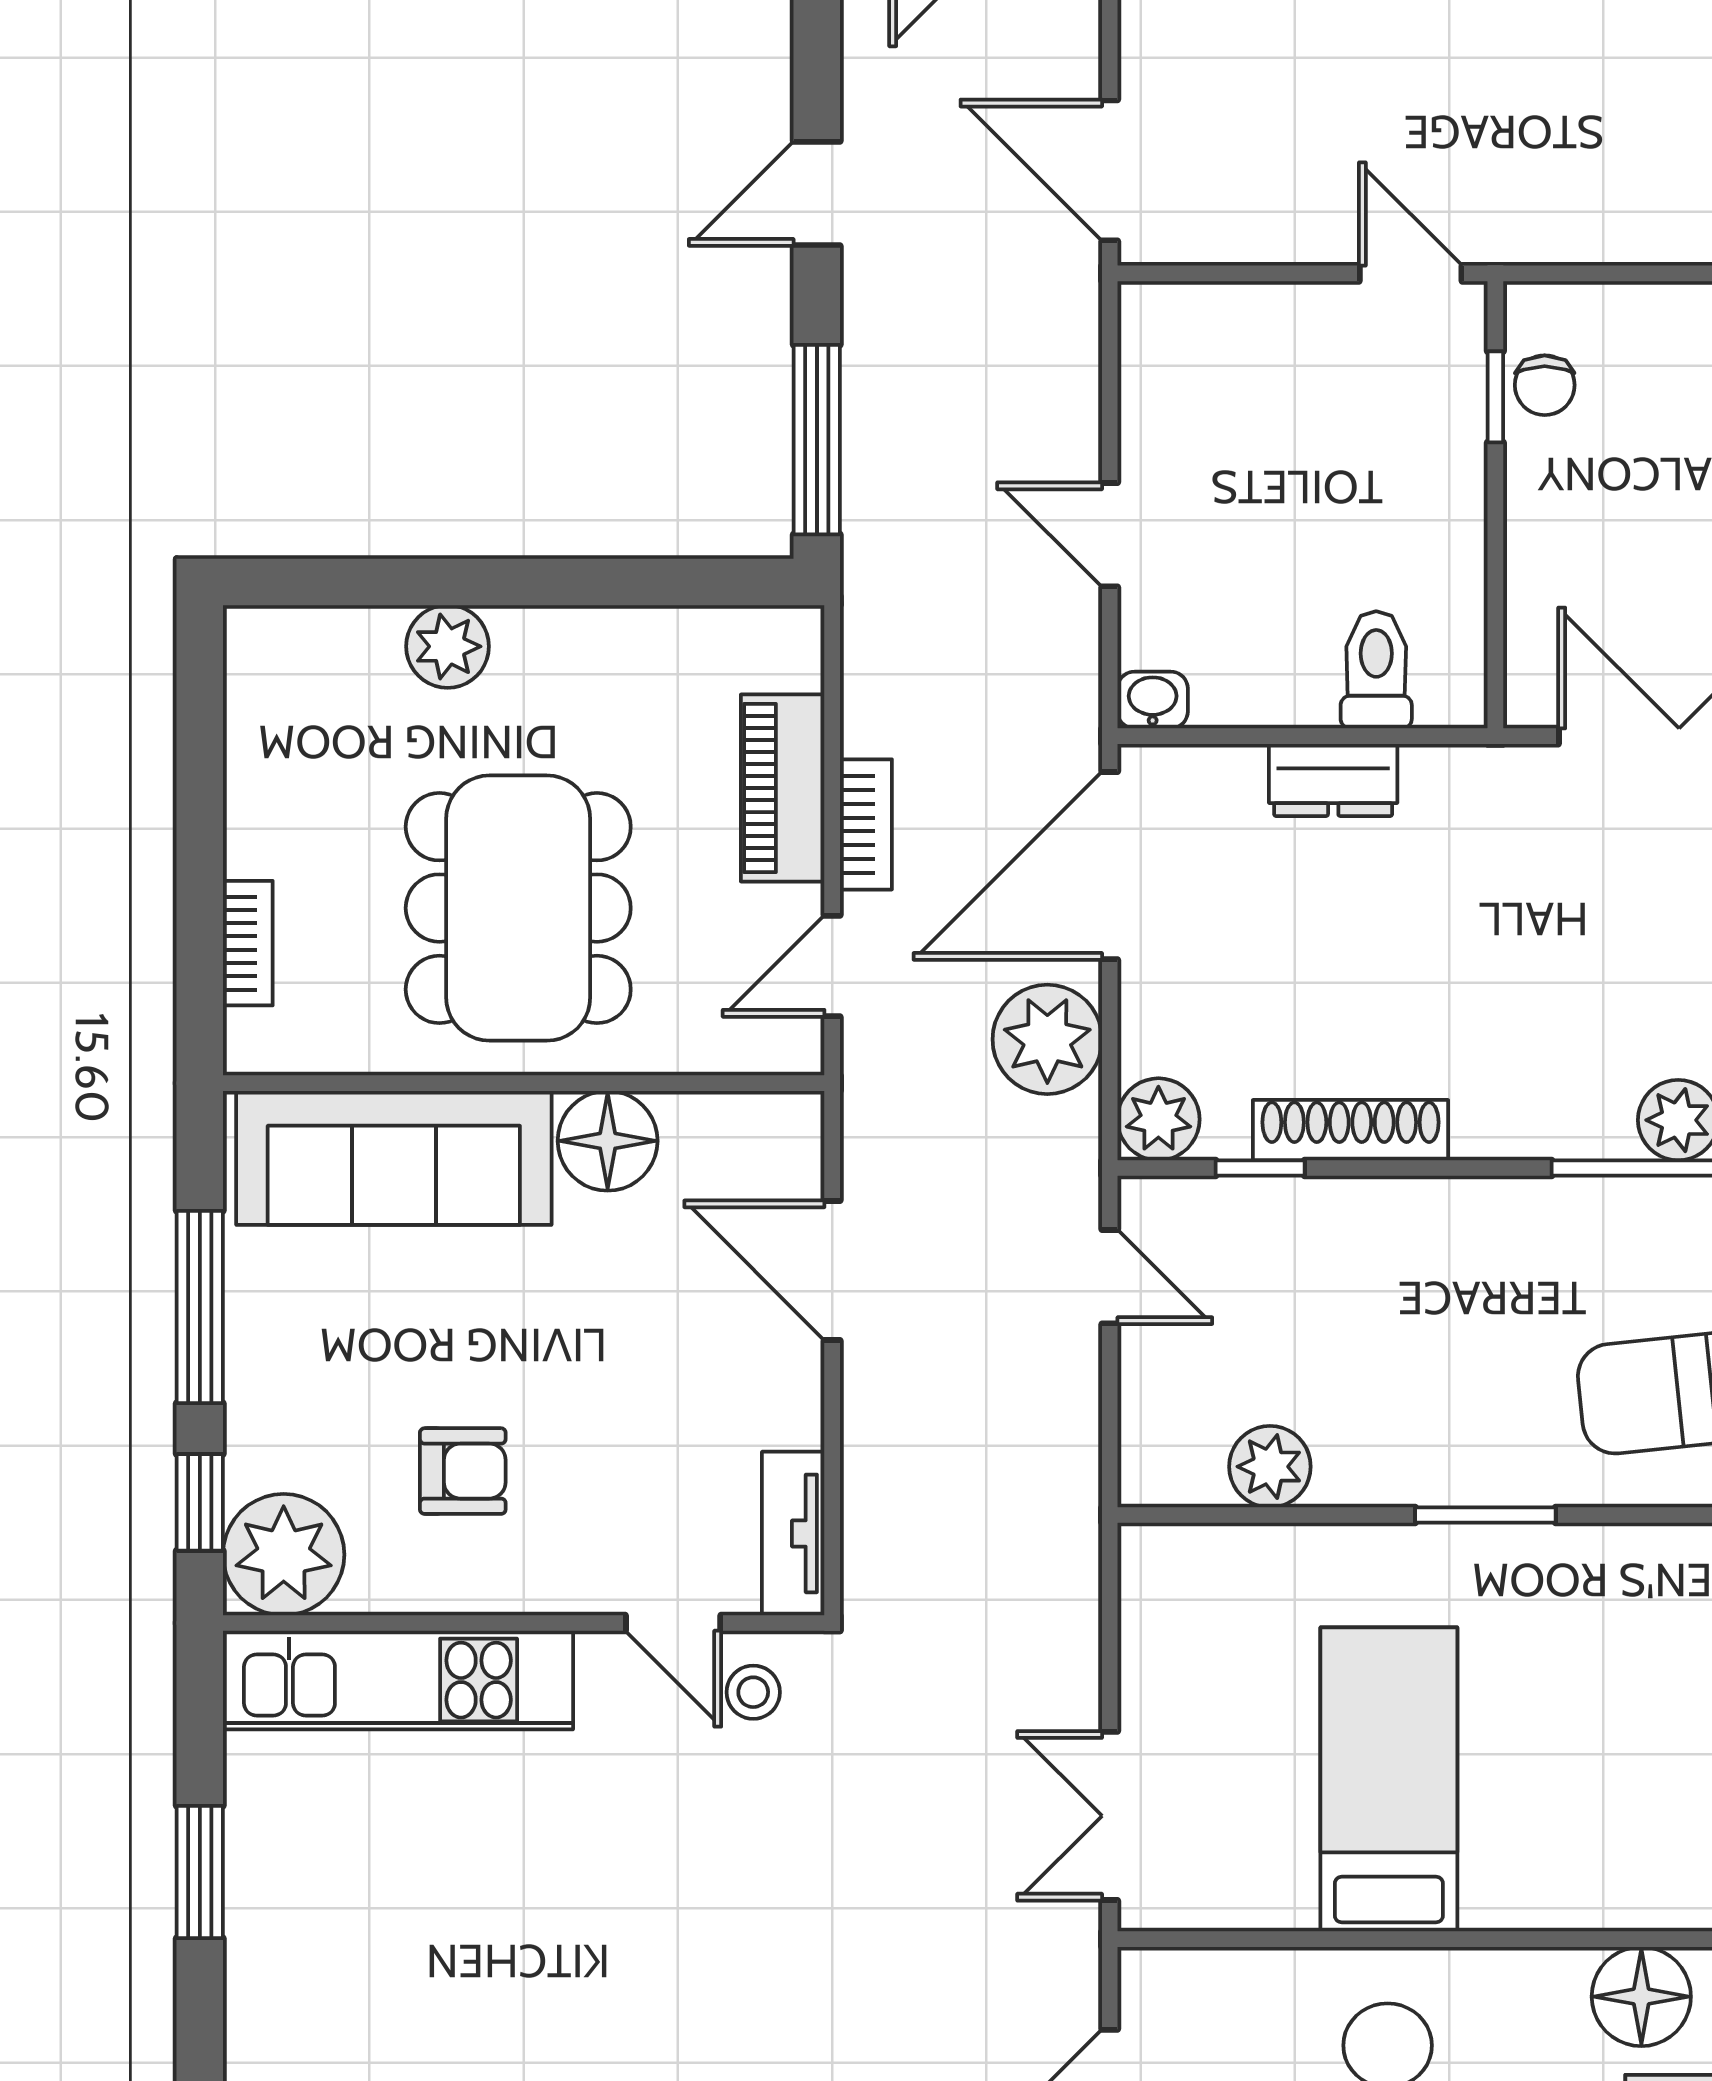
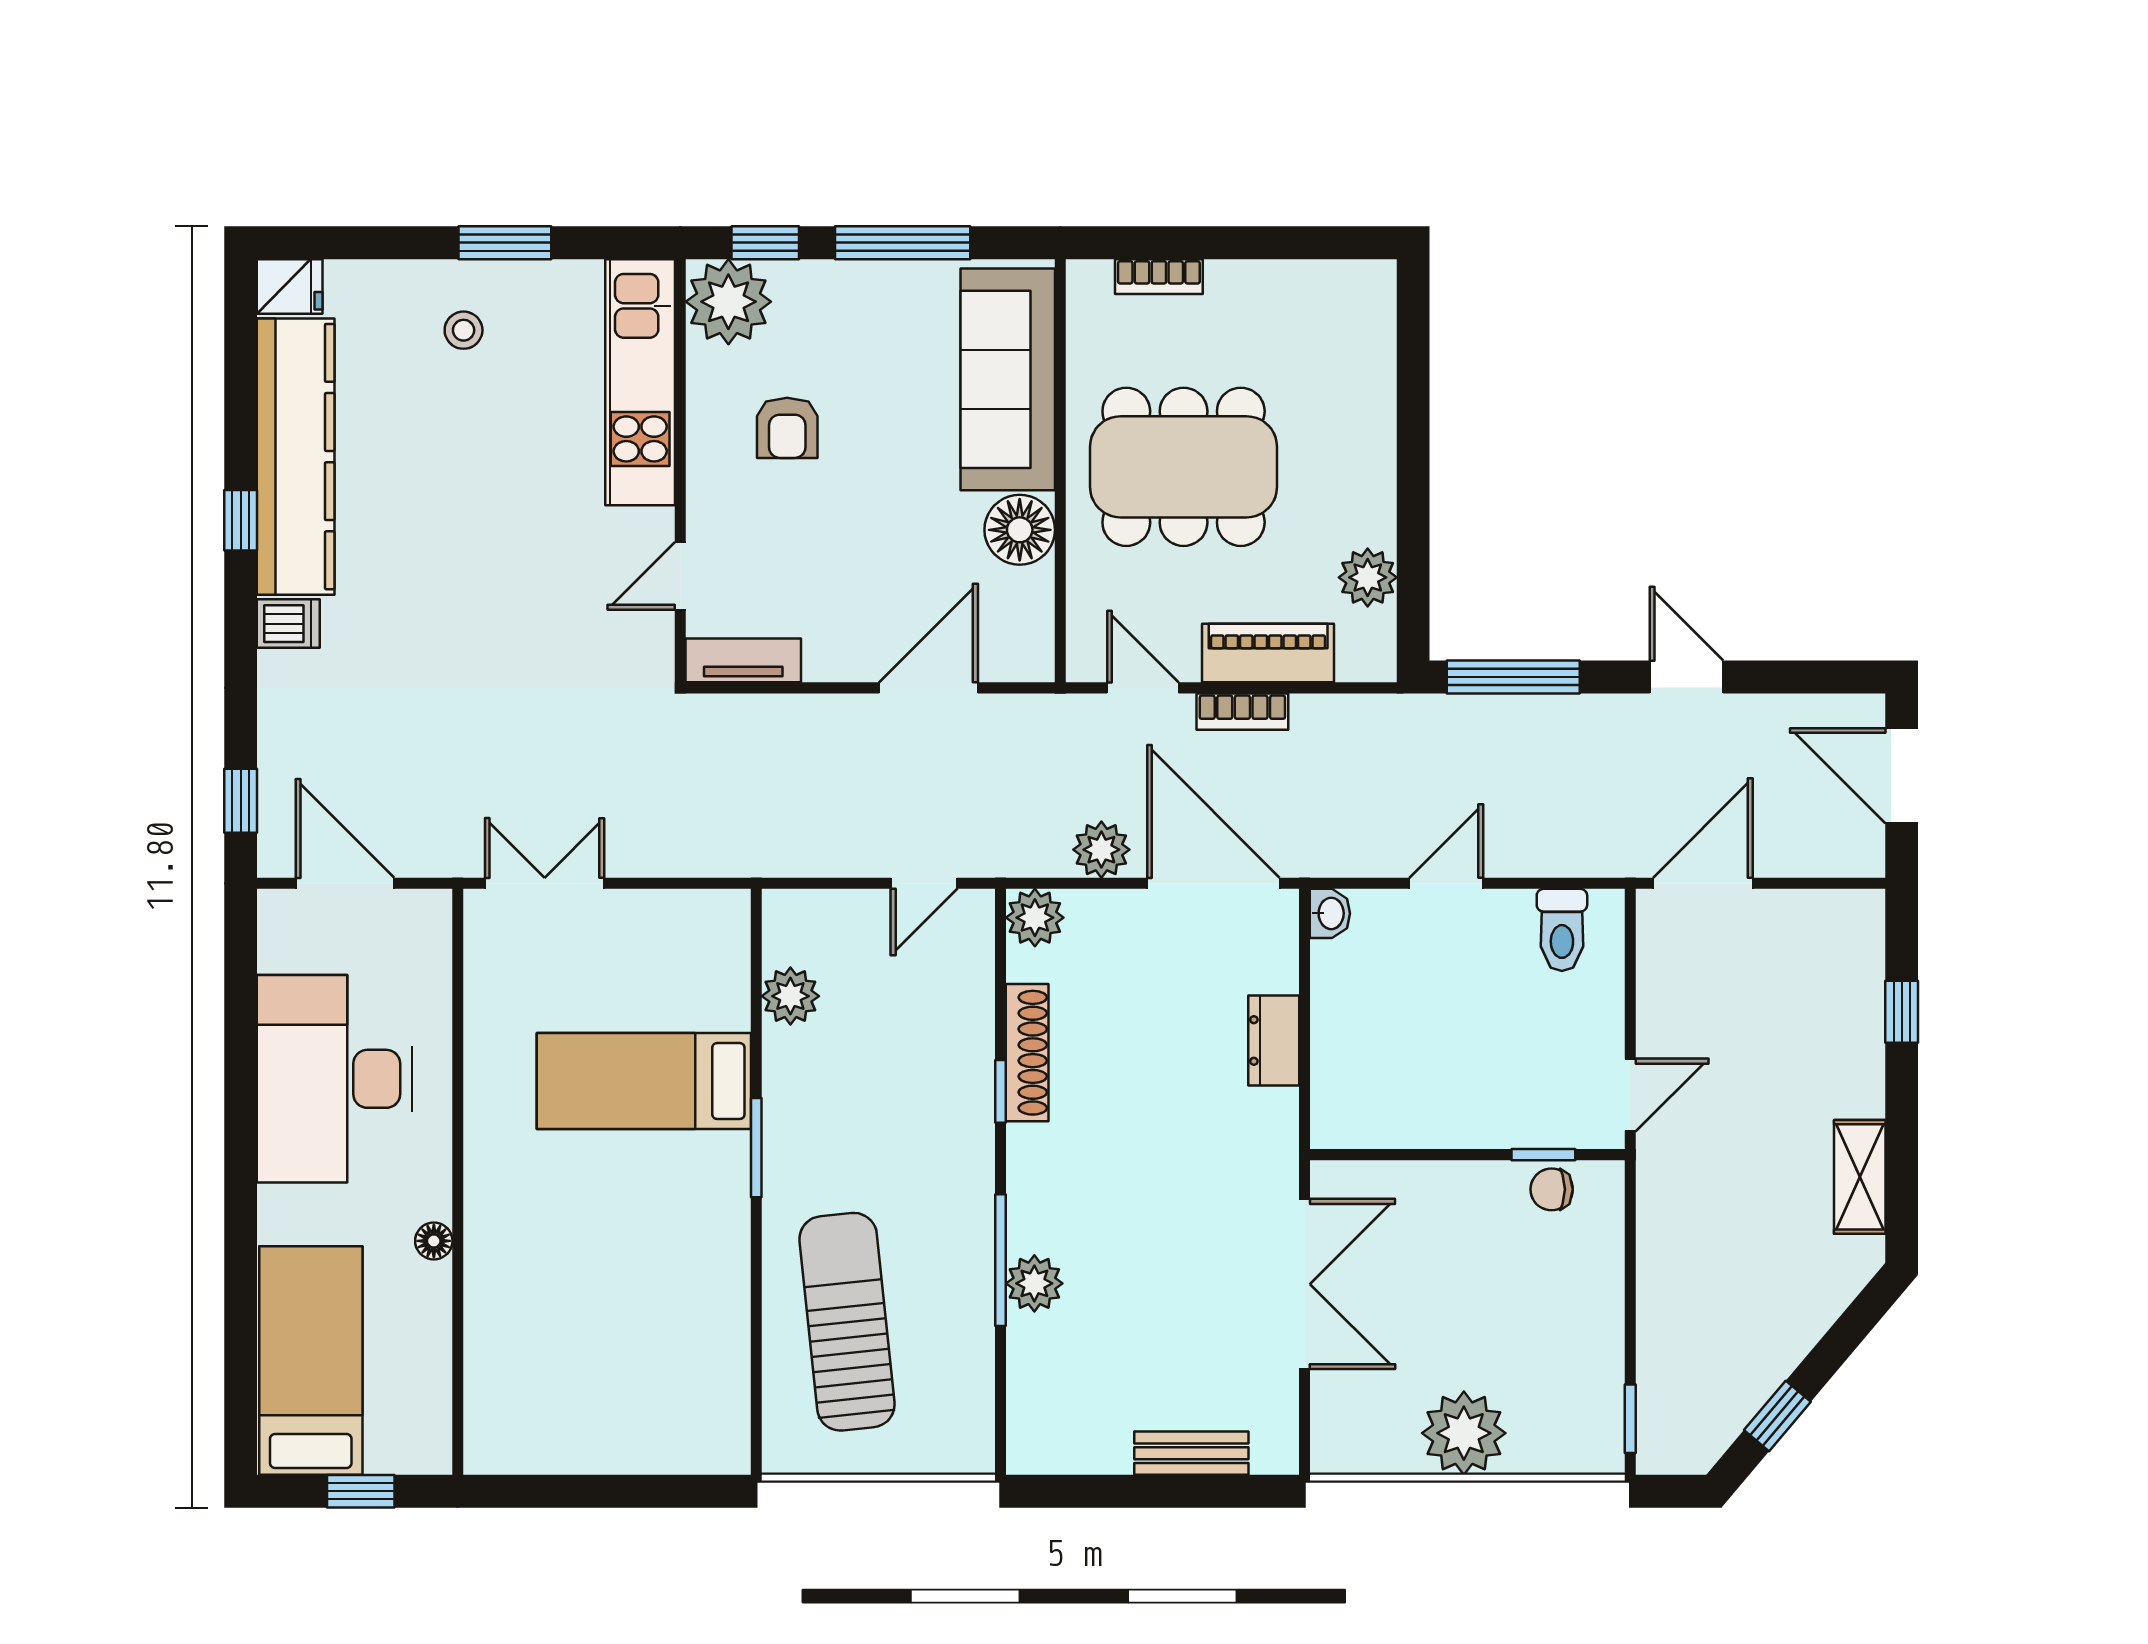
plant: (448, 646) -> (1368, 577), moved
toilet: (1376, 670) -> (1562, 930), moved, turned 90
plant: (1047, 1039) -> (1101, 850), width x0.73, depth x0.73
window: (1260, 1168) -> (1001, 1091), moved
stool: (753, 1692) -> (464, 330), moved
bed: (1389, 1779) -> (644, 1081), moved, turned 180
floor lamp: (1641, 1997) -> (434, 1241), width x0.53, depth x0.53

